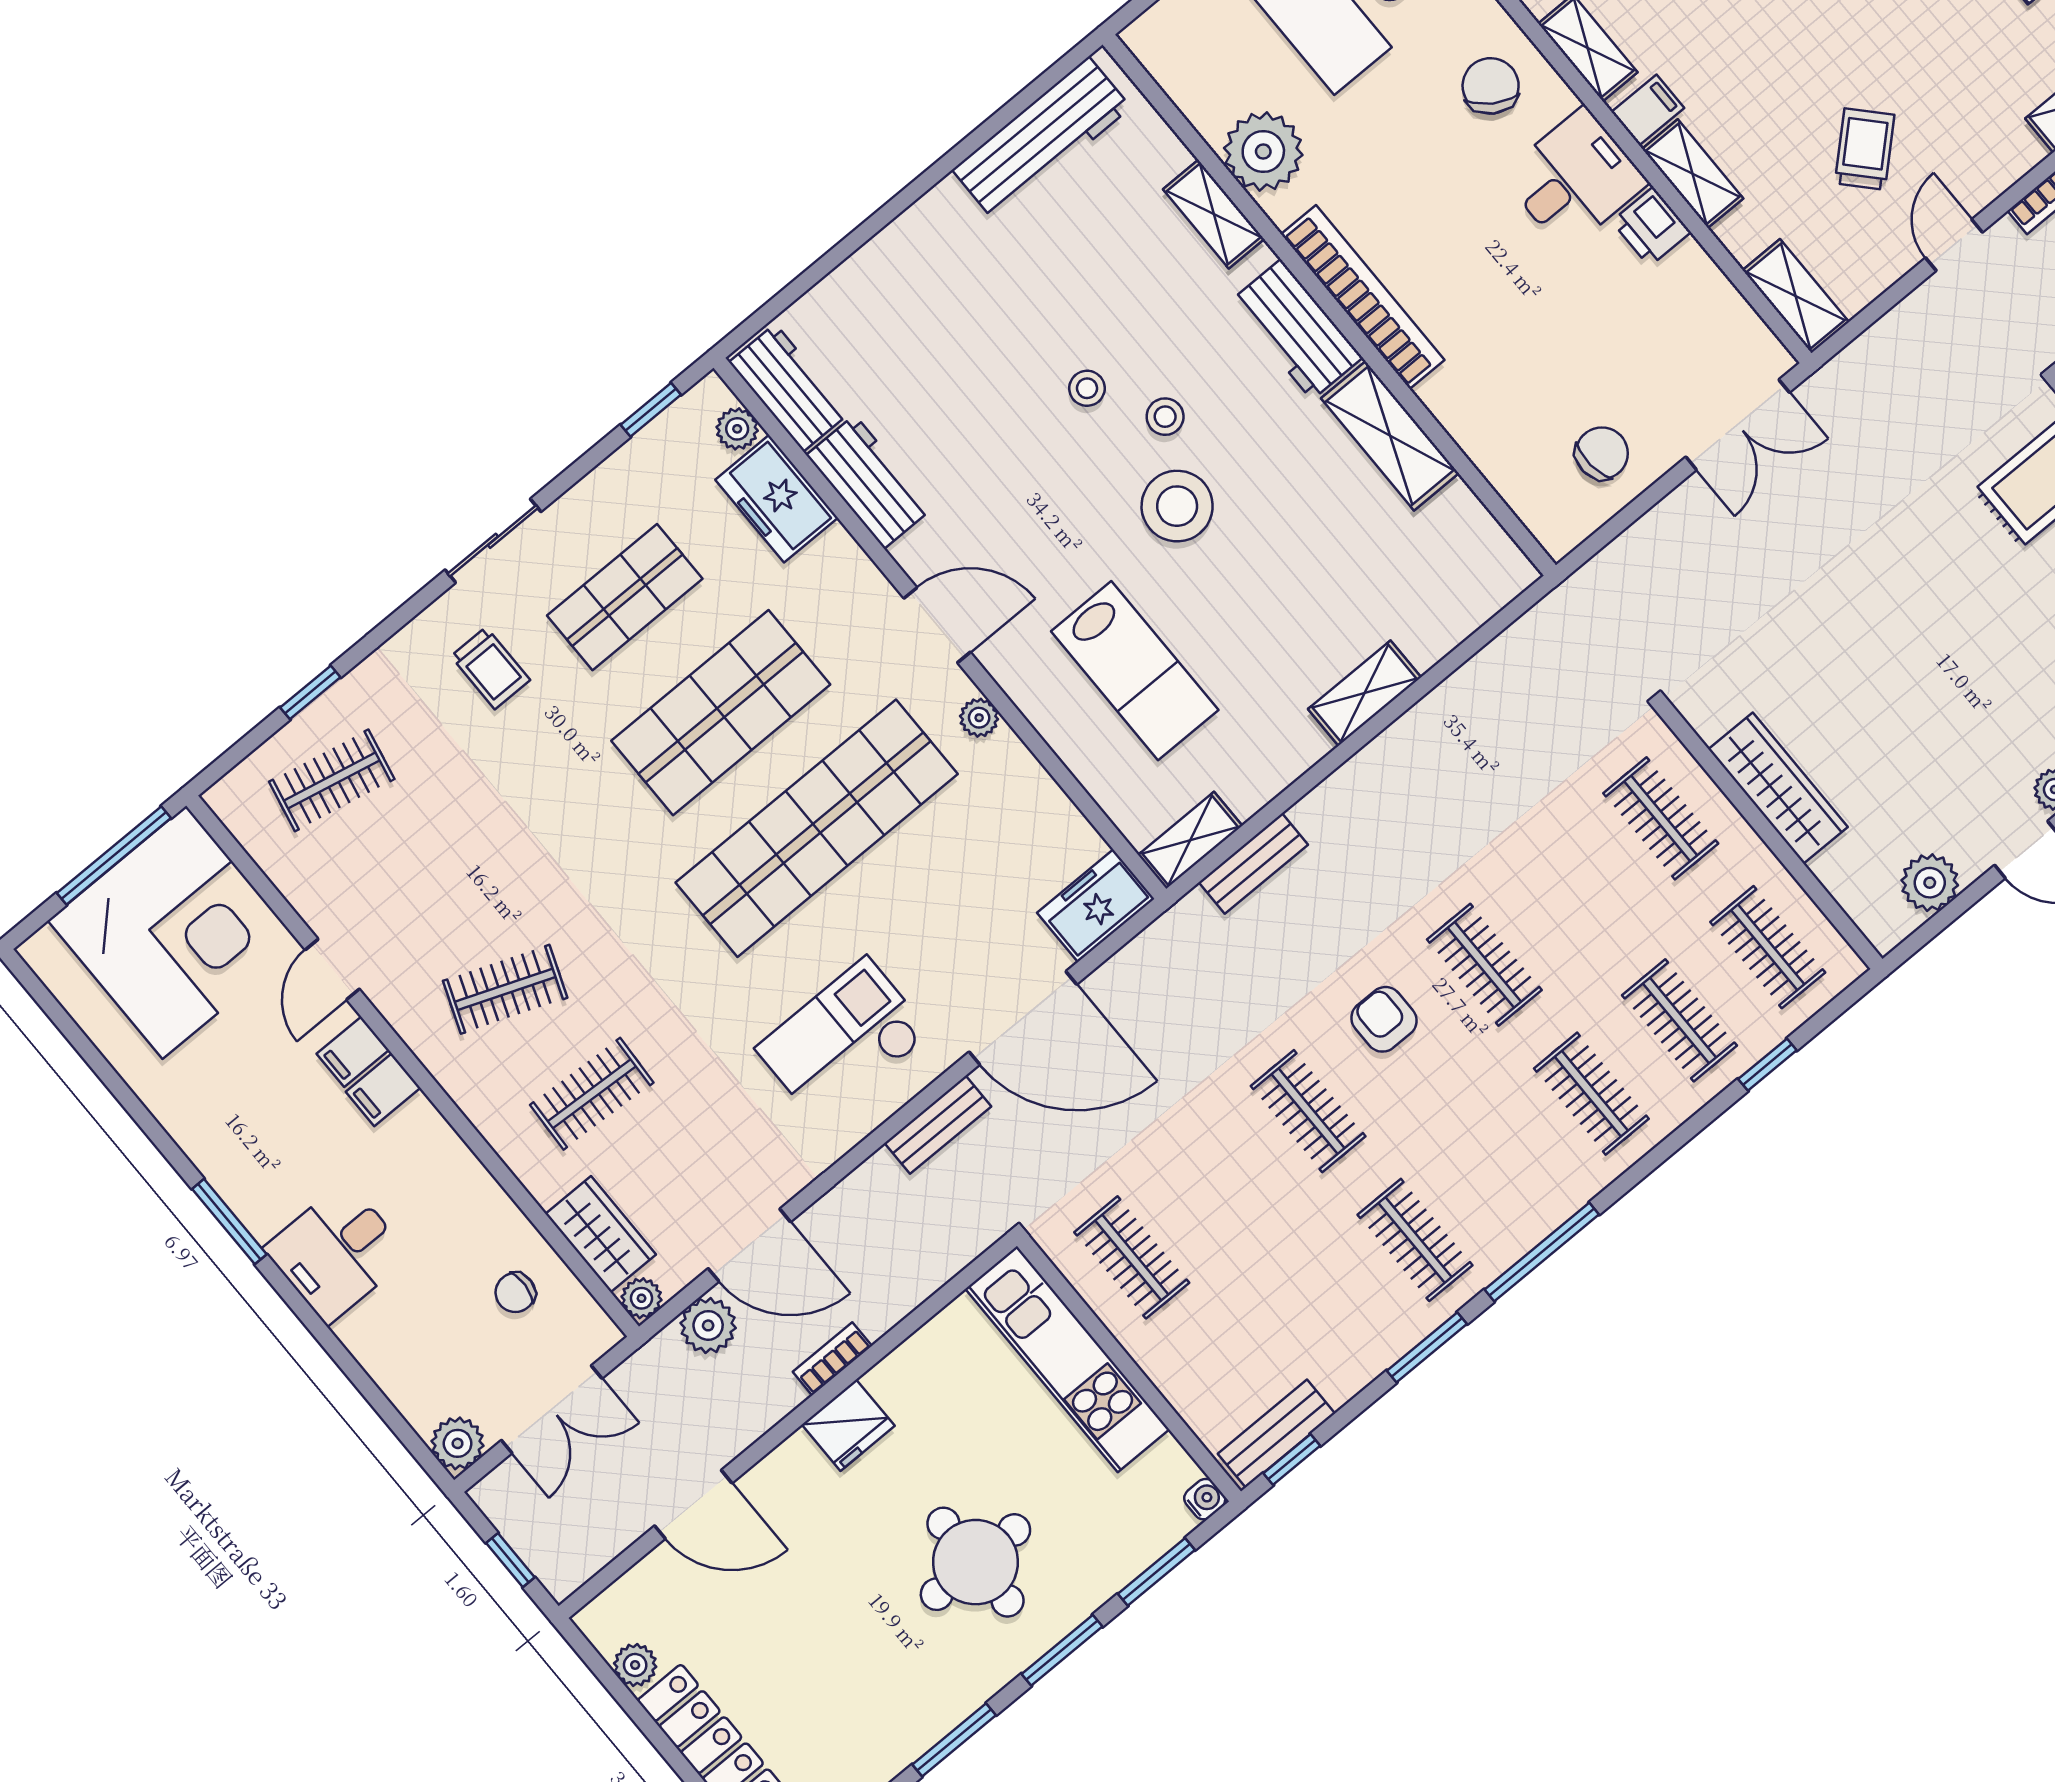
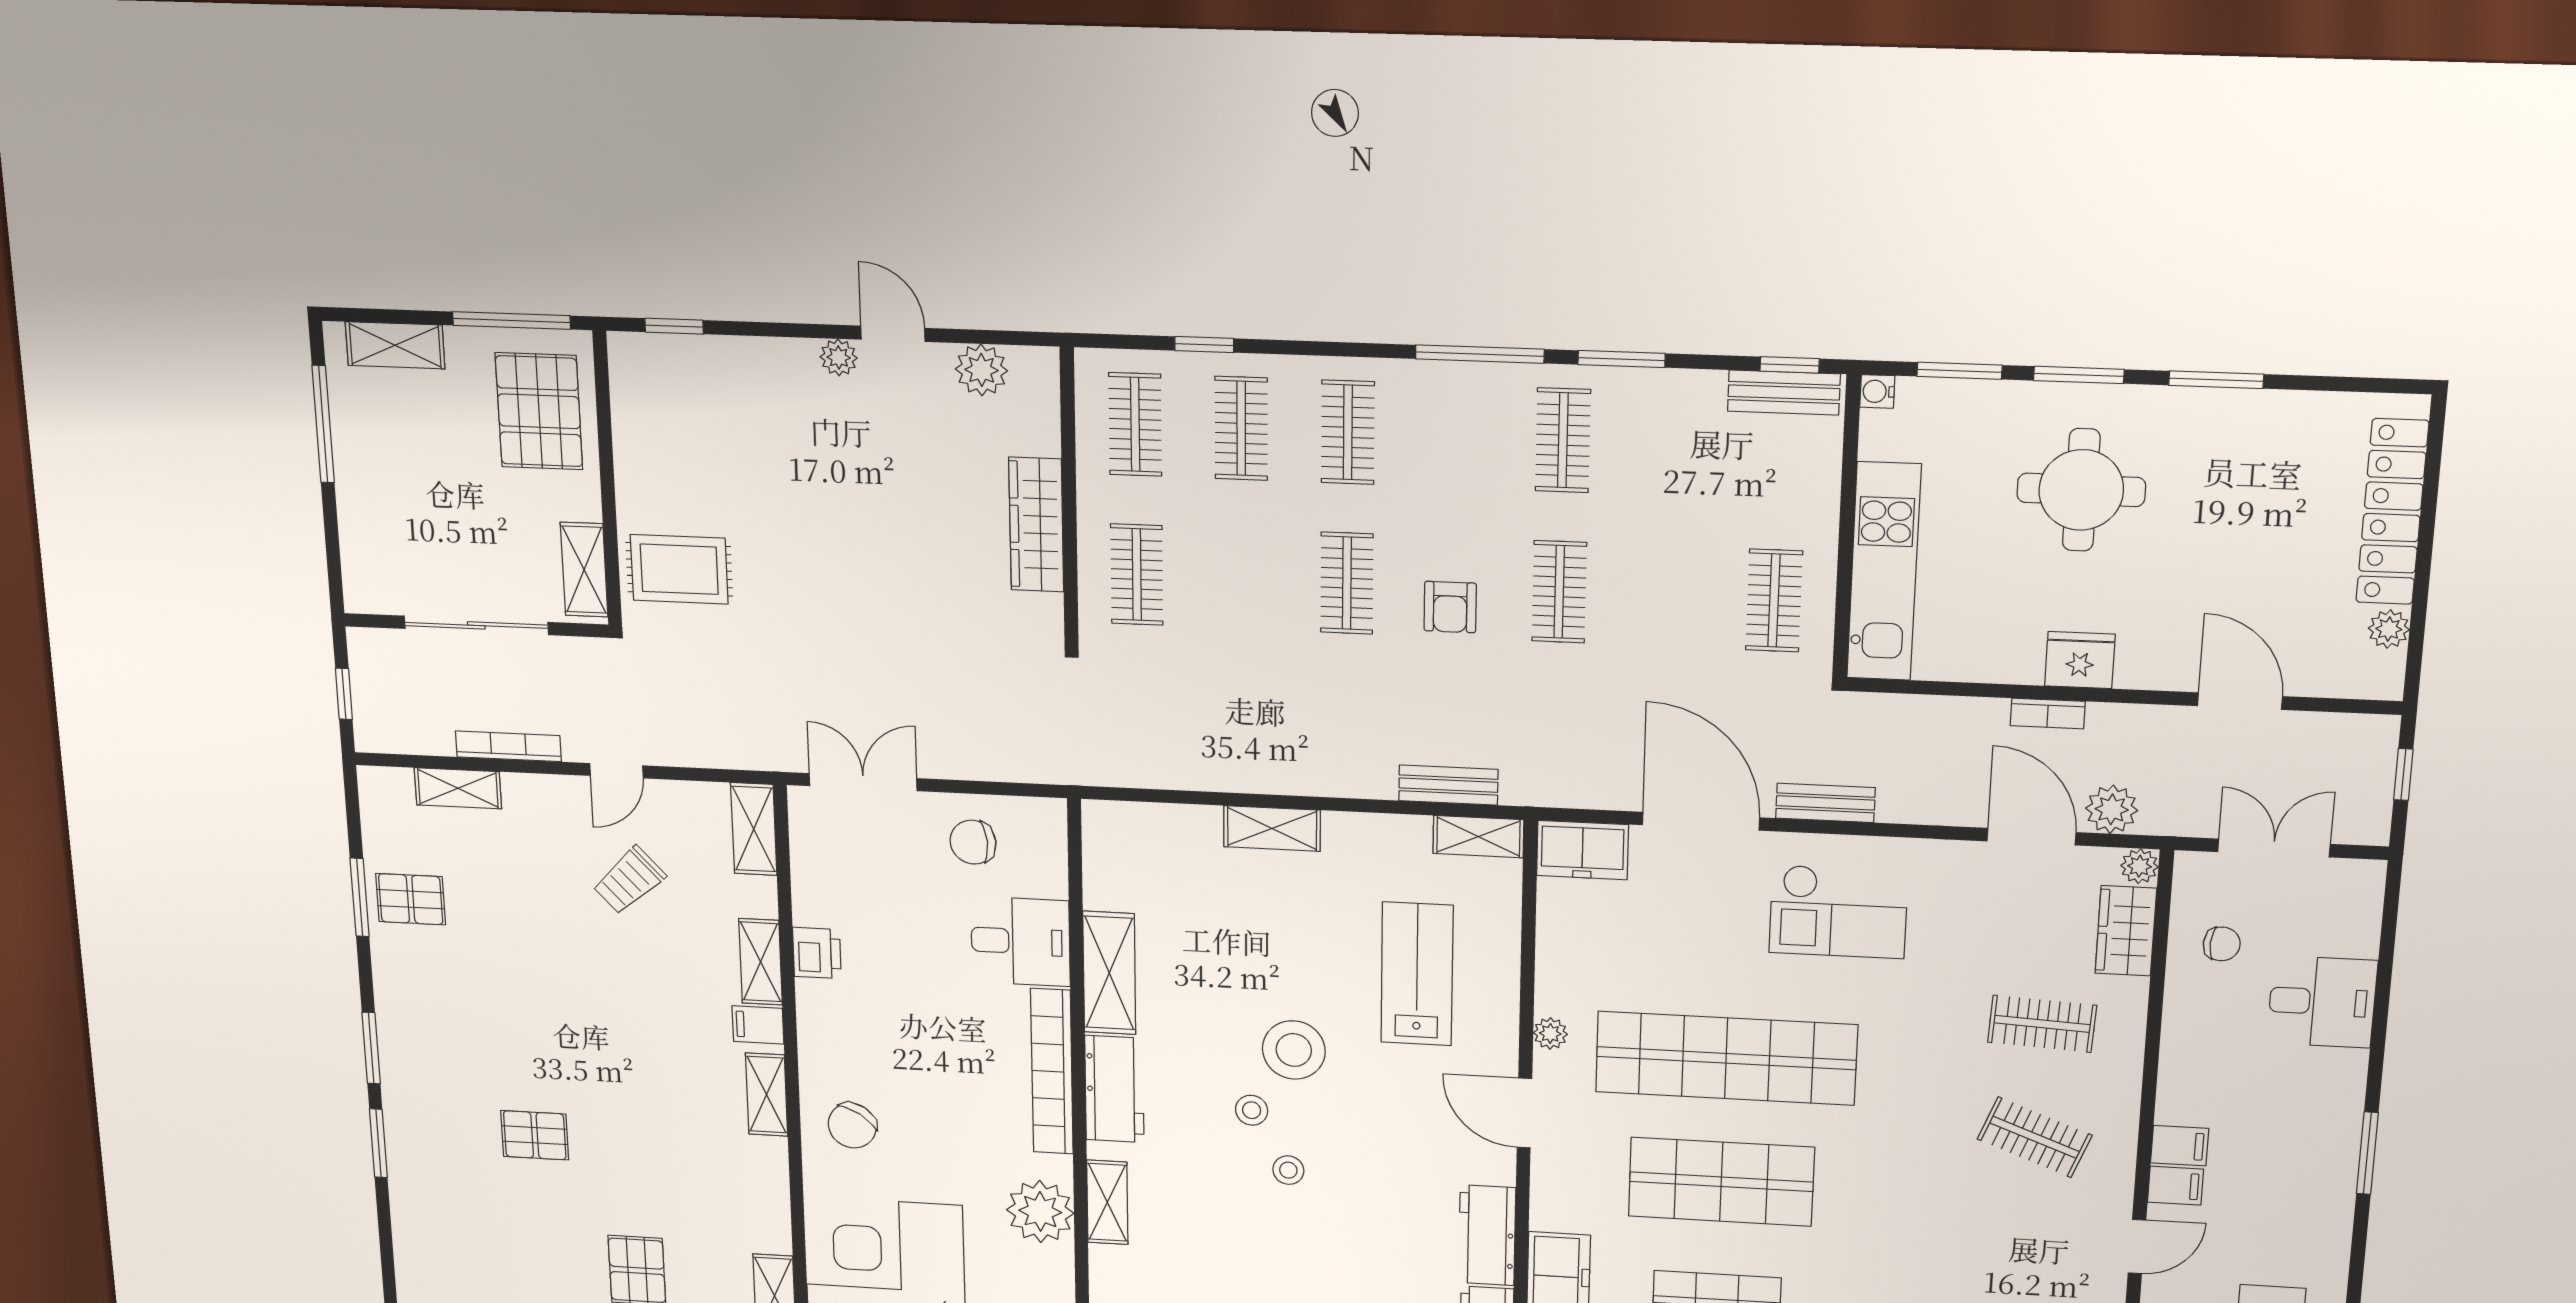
desk: (1574, 179) -> (1021, 941), moved, turned 180
desk: (337, 1252) -> (2322, 1002), moved
plant: (458, 1443) -> (2361, 882), removed

